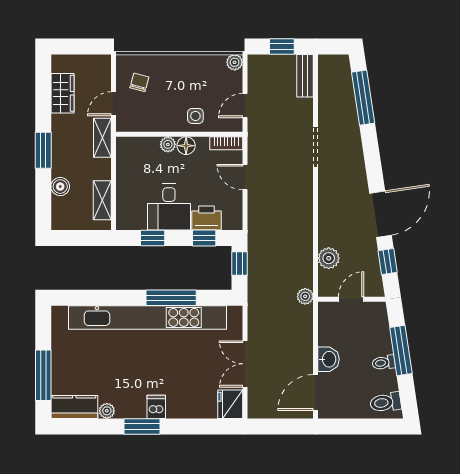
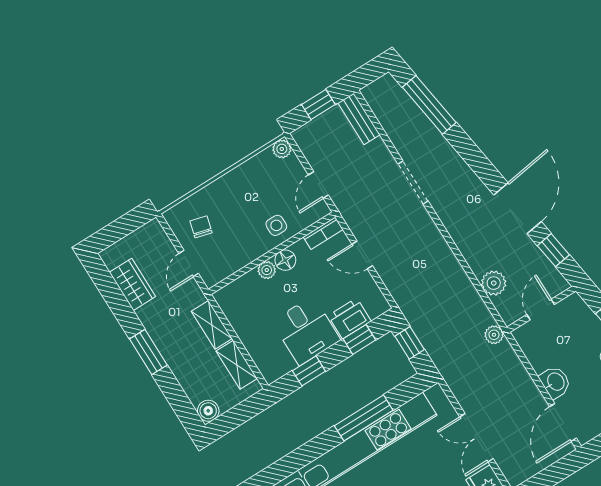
shelving: (102, 138) -> (212, 325), moved
boiler: (60, 187) -> (208, 411), moved

